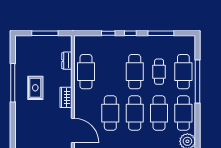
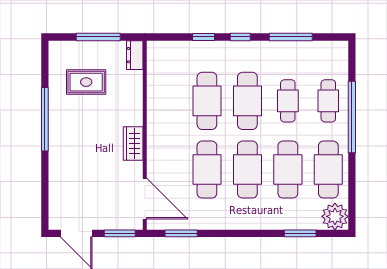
dresser: (67, 61) -> (135, 55), moved
cafe table: (86, 72) -> (207, 101), moved
cafe table: (183, 72) -> (328, 101), width x0.73, depth x0.74
rug: (35, 88) -> (86, 82), moved, turned 90

